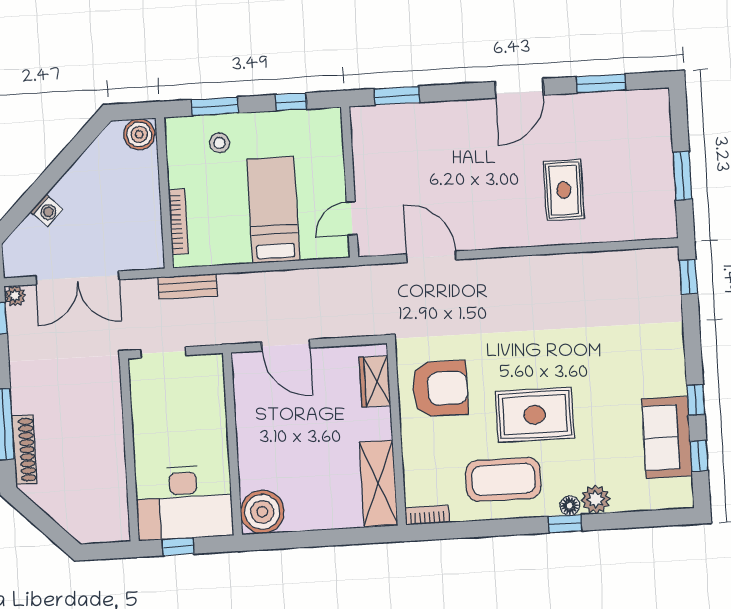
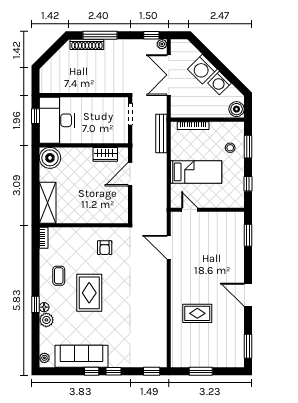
window: (601, 83) -> (248, 346), moved
washing machine: (88, 173) -> (219, 83), added
washing machine: (47, 210) -> (202, 69), width x1.89, depth x1.89
door: (431, 257) -> (169, 247), swing flipped
bench: (188, 286) -> (161, 133), width x1.36
wardrobe: (375, 381) -> (105, 154), moved, turned 180
armchair: (440, 389) -> (105, 248), width x0.53, depth x0.53
sofa: (667, 437) -> (81, 356), width x1.36
window: (699, 456) -> (113, 371), moved
coffee table: (503, 479) -> (59, 276), width x0.54, depth x0.58
shelving: (378, 483) -> (48, 203), moved, turned 90
plant: (674, 499) -> (44, 358), added

